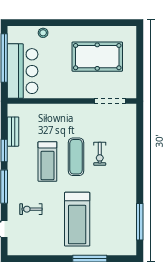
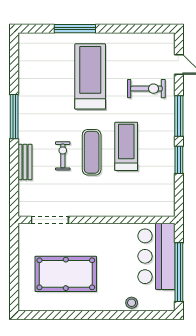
bench: (13, 132) -> (25, 162), moved
exercise bike: (31, 209) -> (146, 89), width x1.38, depth x1.39
window: (140, 222) -> (14, 117), moved

